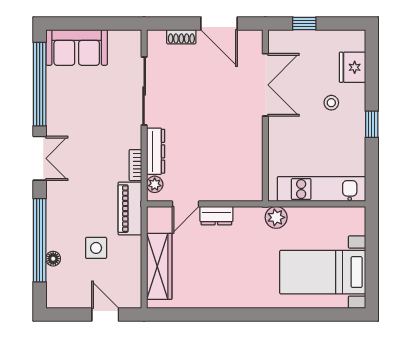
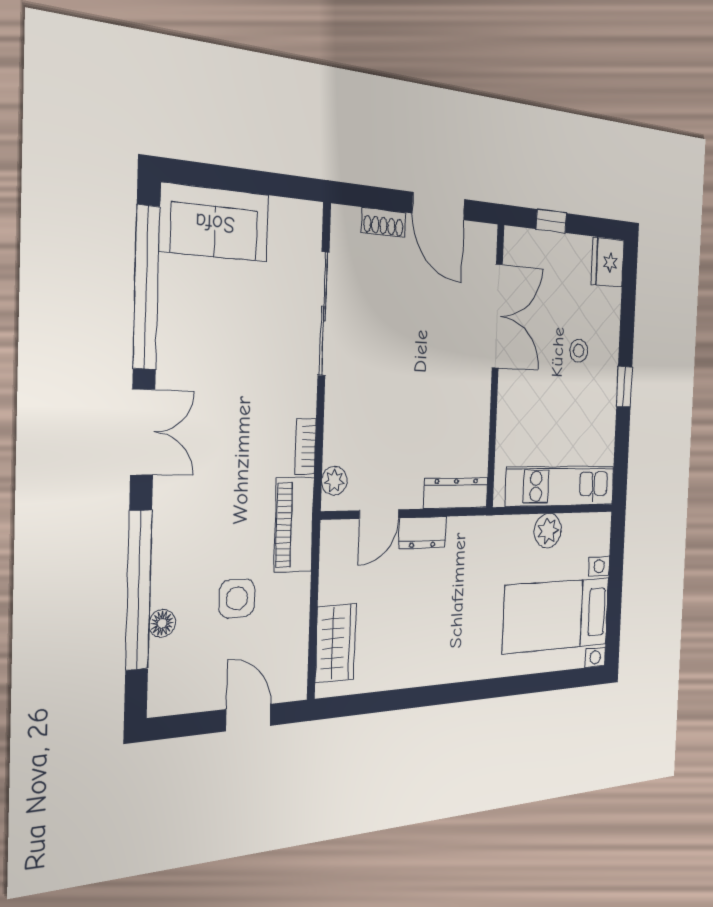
fridge: (352, 67) -> (608, 262), moved
dresser: (156, 151) -> (456, 493), moved, turned -90
plant: (276, 217) -> (548, 531), moved
wardrobe: (159, 266) -> (336, 643), width x0.67

